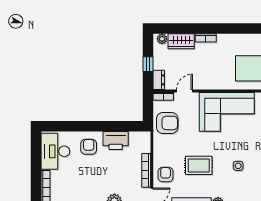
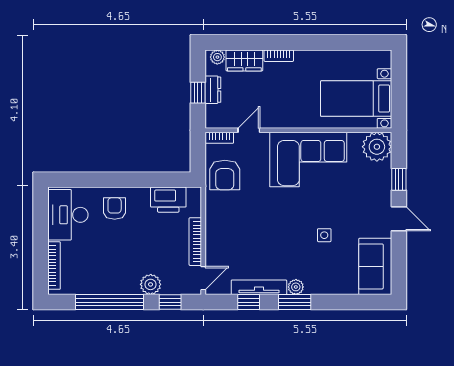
dresser: (159, 80) -> (213, 90), moved
armchair: (167, 123) -> (225, 175), turned 90
printer: (116, 140) -> (168, 200), moved
rug: (199, 165) -> (269, 235), removed
armchair: (166, 175) -> (222, 247), removed

